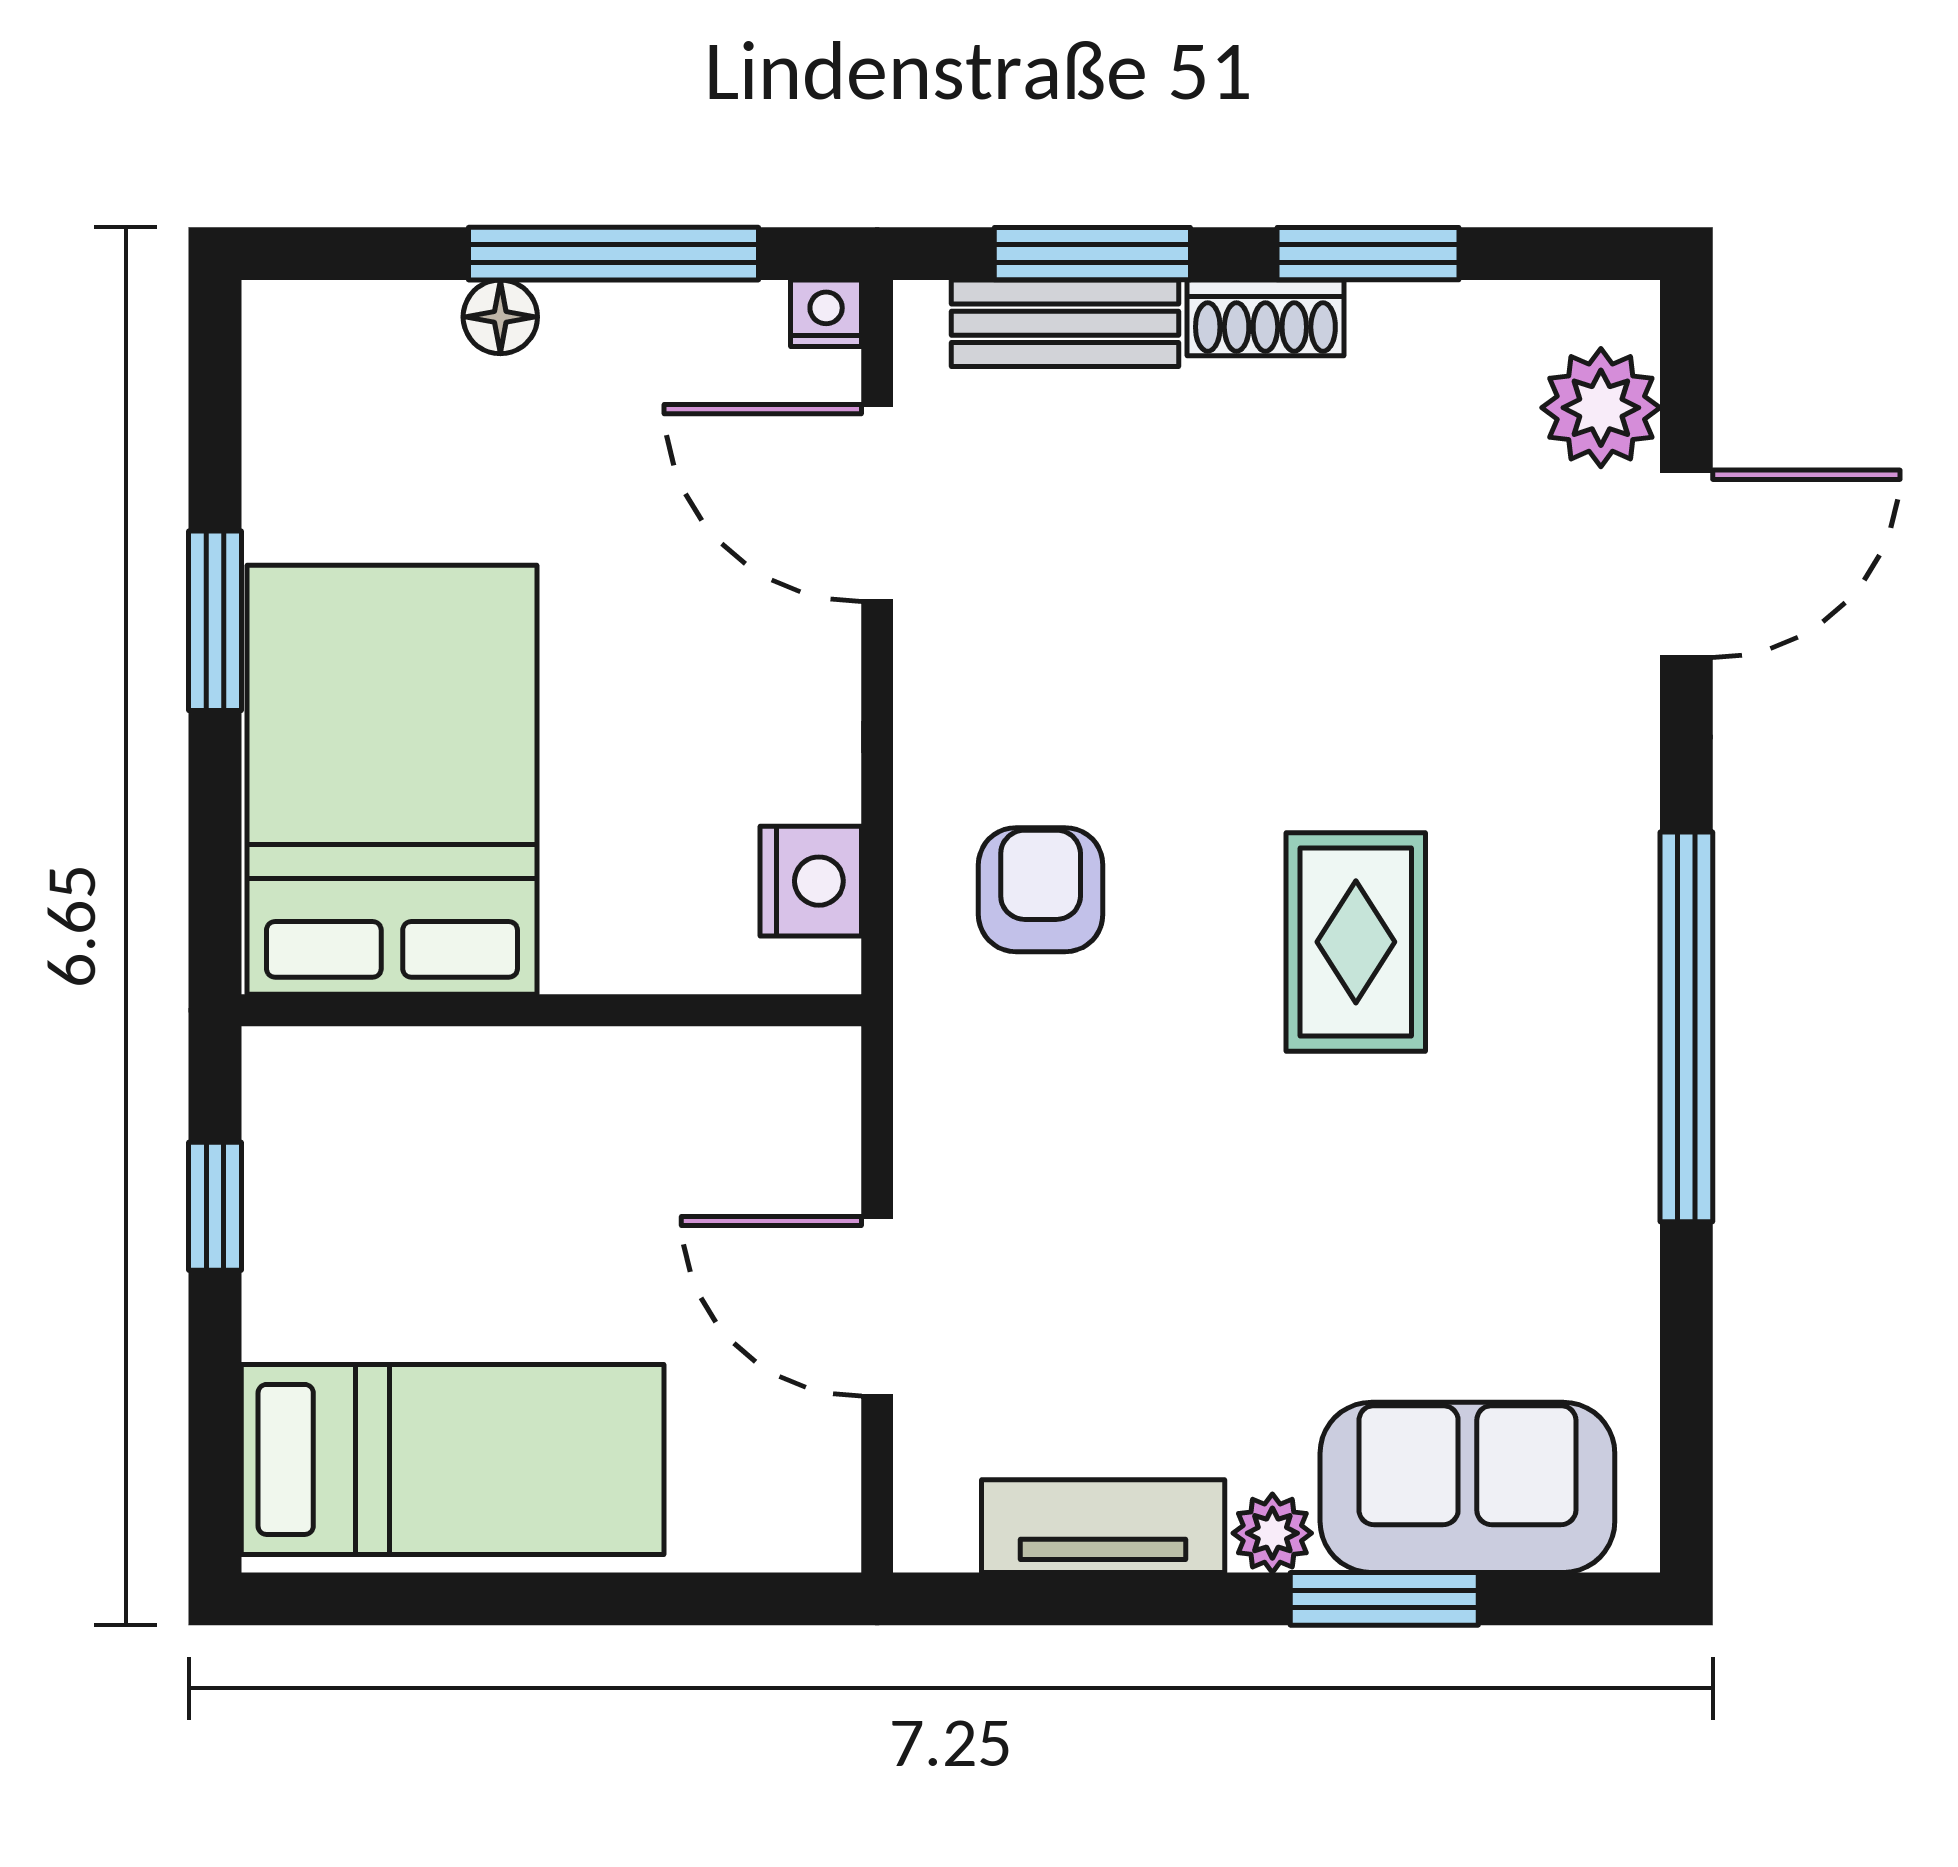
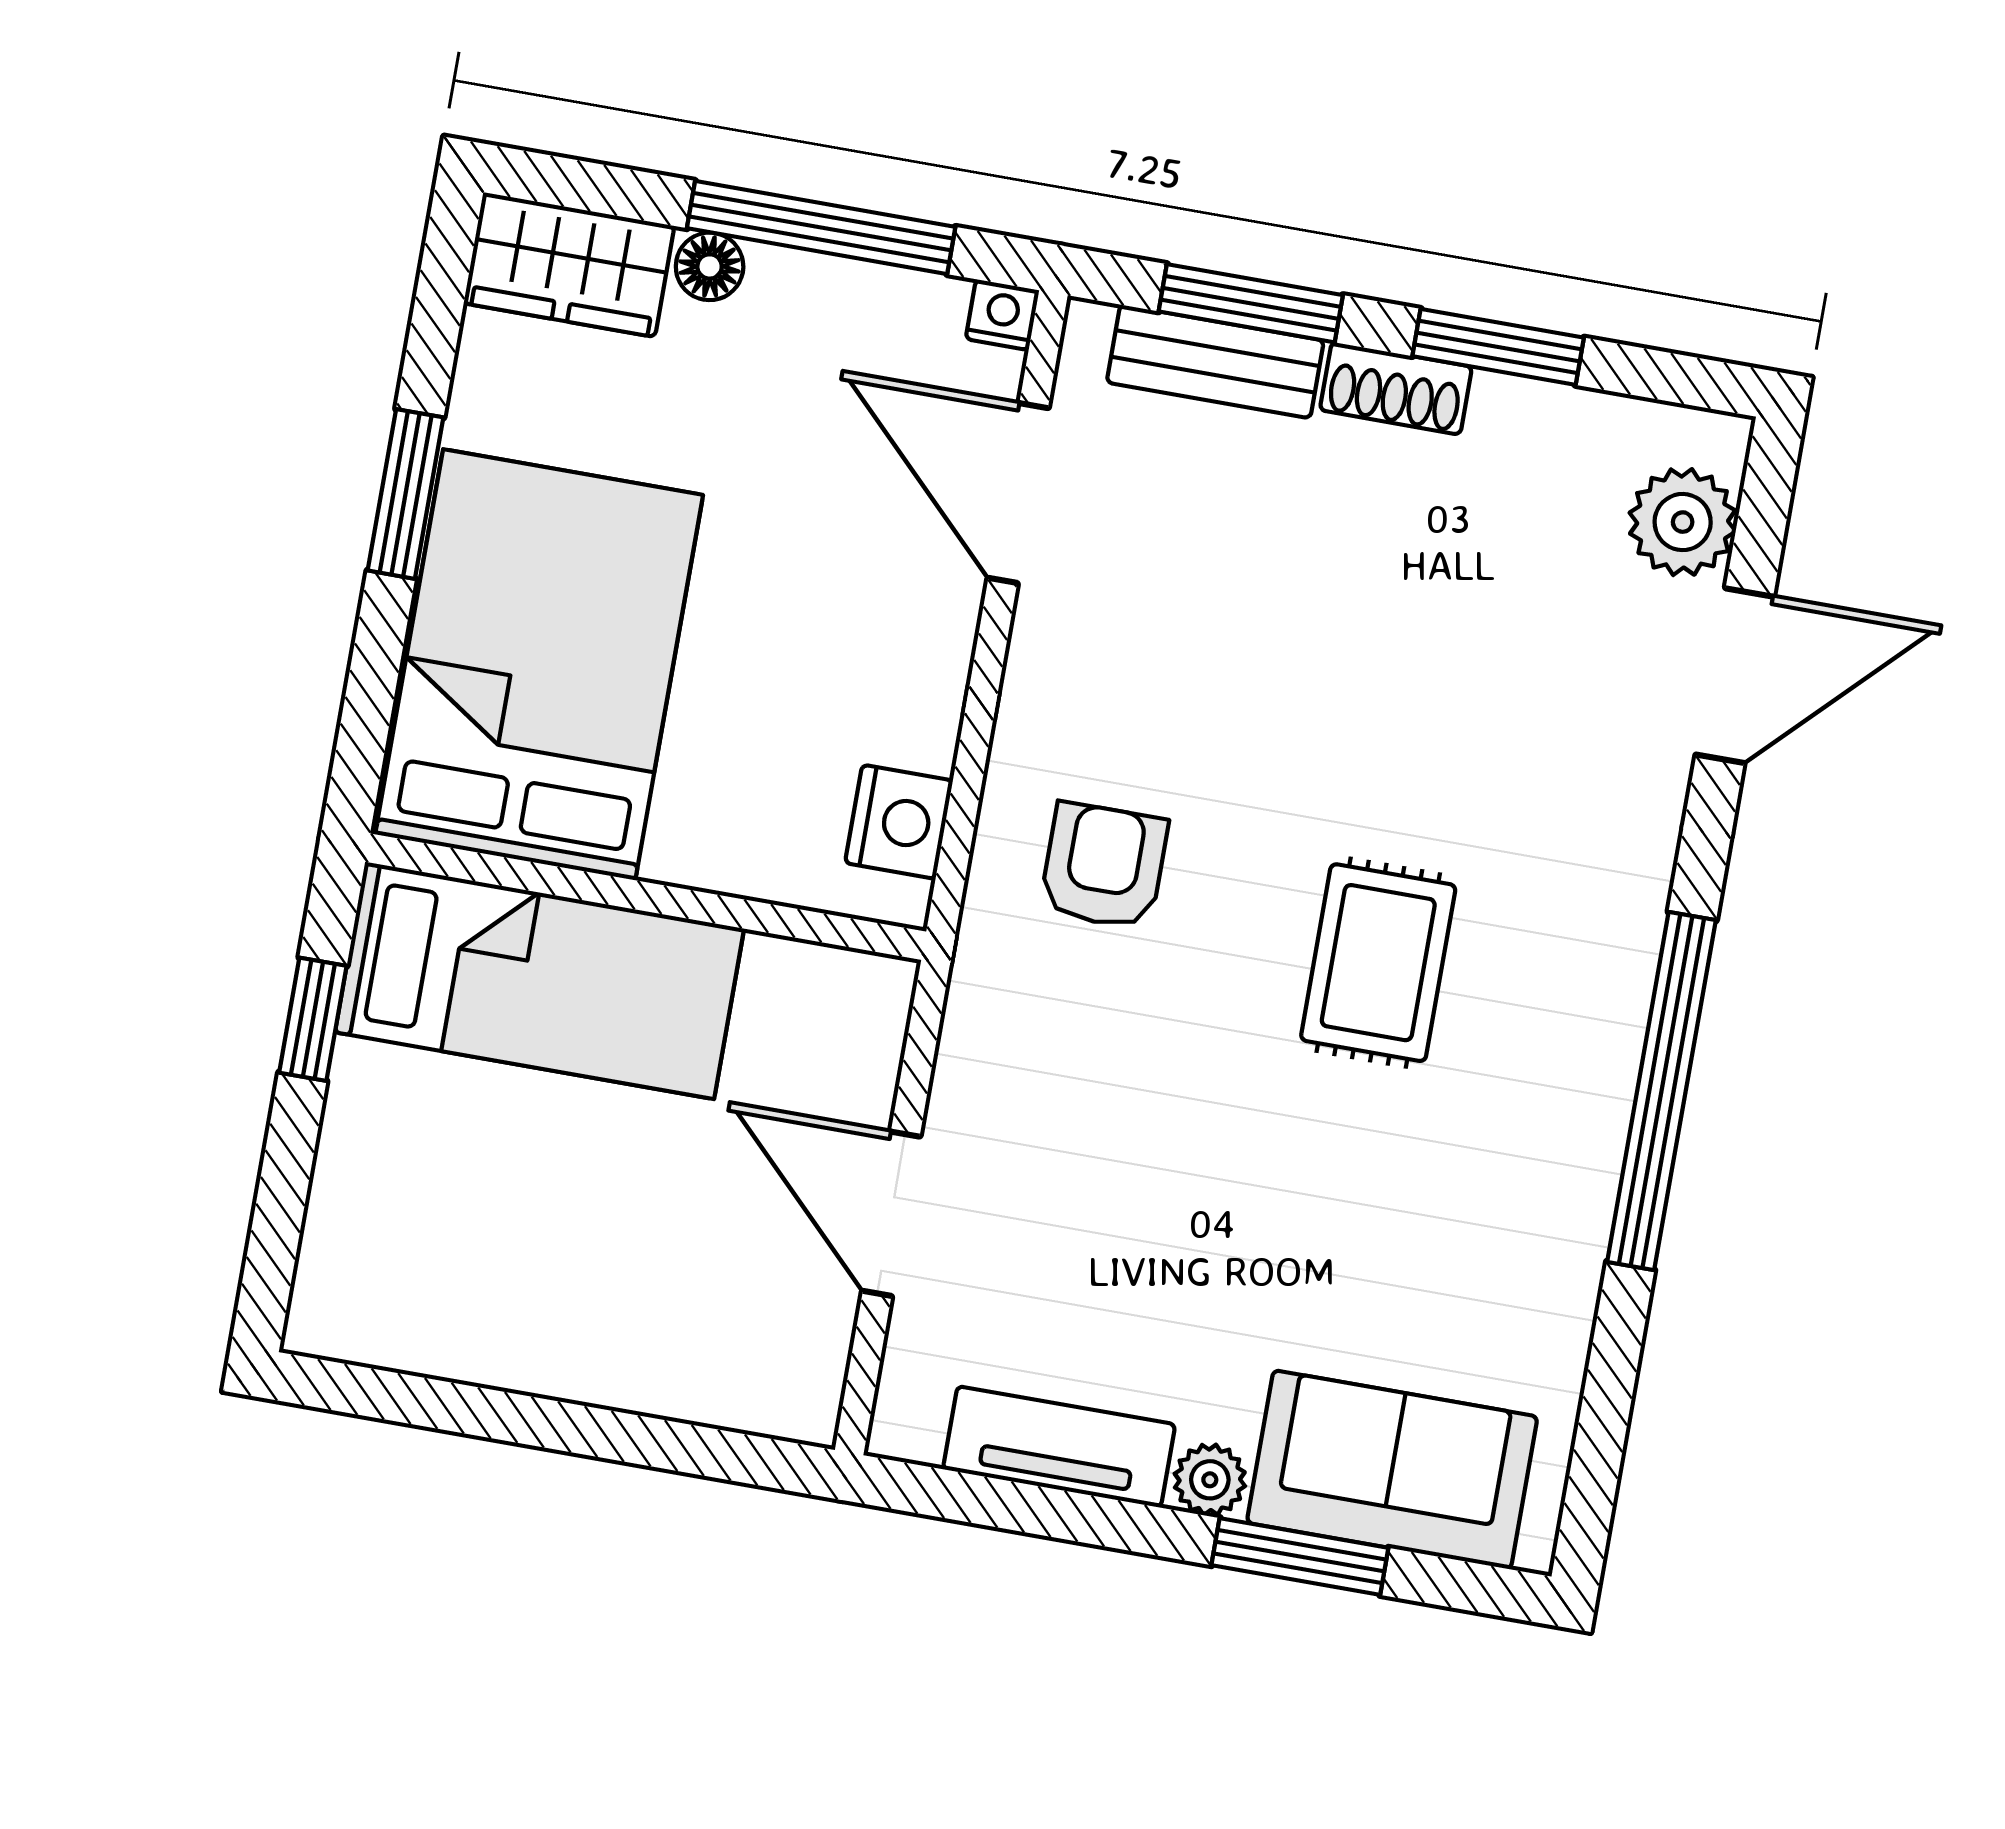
wardrobe: (348, 342) -> (569, 265), added
bed: (453, 1459) -> (540, 980), moved

